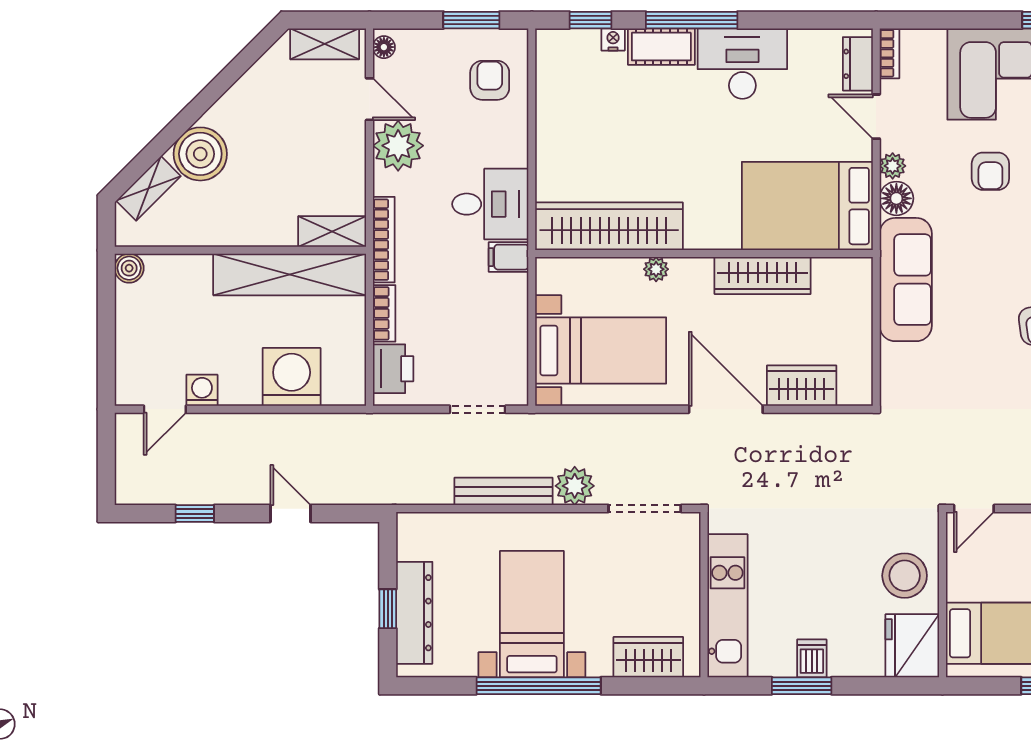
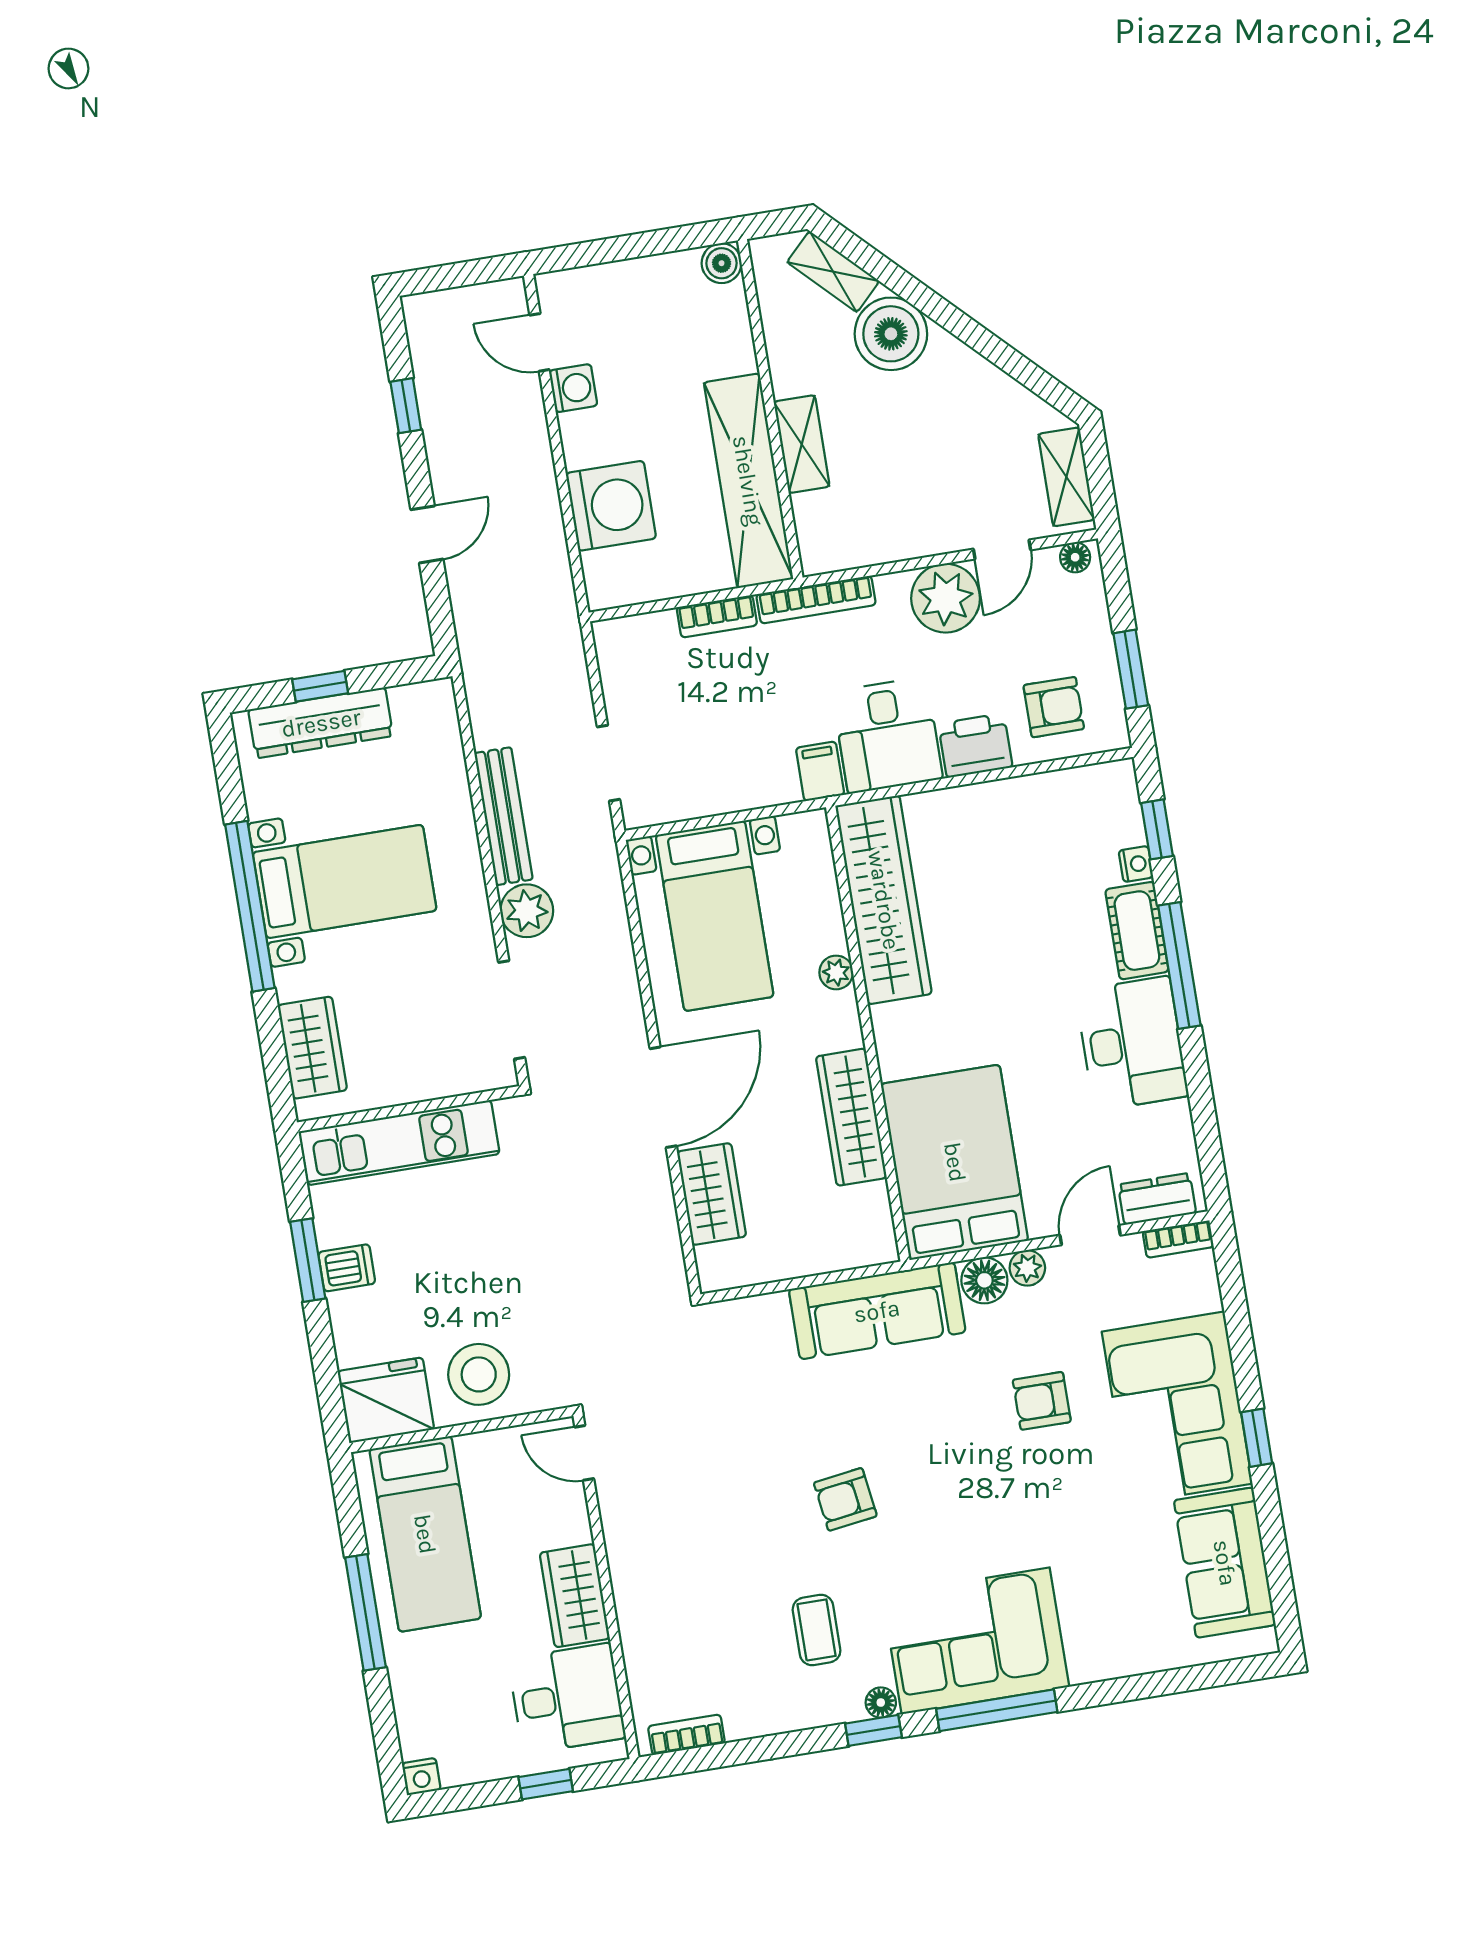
shelving: (332, 232) -> (802, 444), moved
printer: (393, 369) -> (975, 745), moved, turned 180

